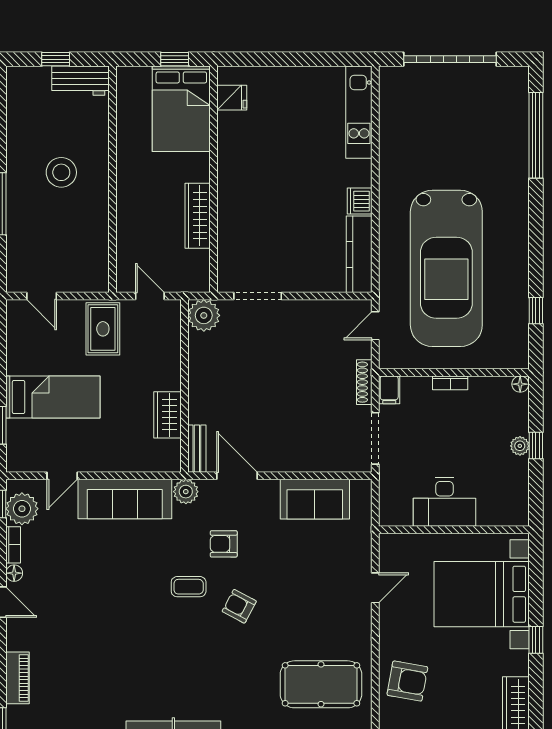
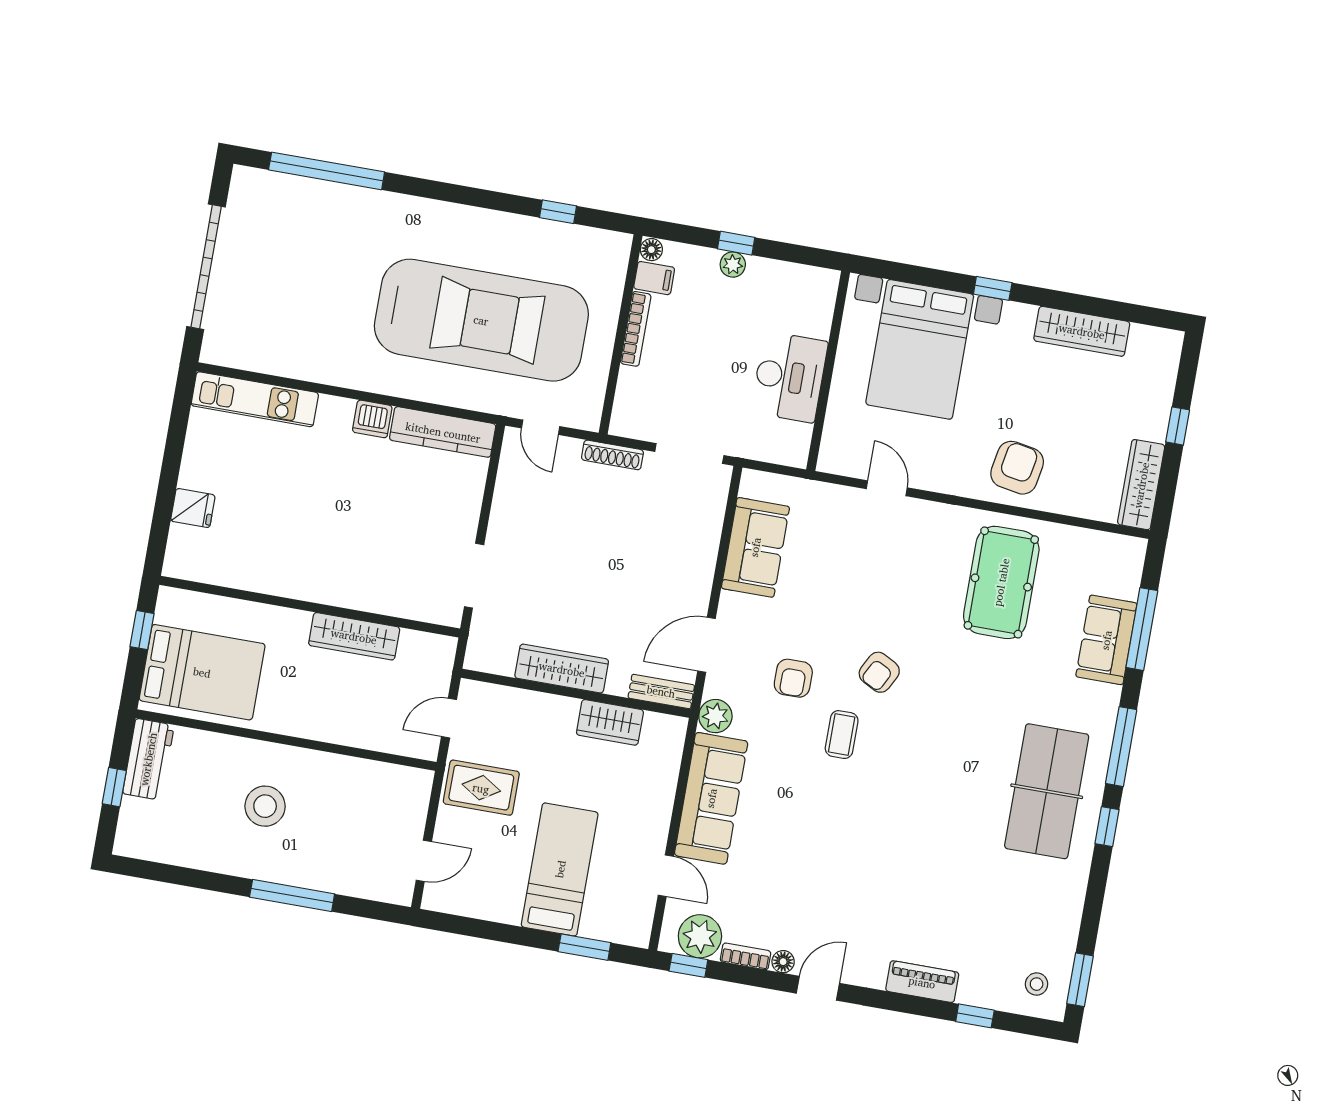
fridge: (232, 98) -> (193, 508), moved, turned 90
bed: (181, 109) -> (202, 672), moved
plant: (204, 315) -> (487, 651), removed
wardrobe: (201, 372) -> (562, 669), added
bookcase: (450, 383) -> (636, 329), width x1.56
filing cabinet: (389, 390) -> (654, 278), moved

